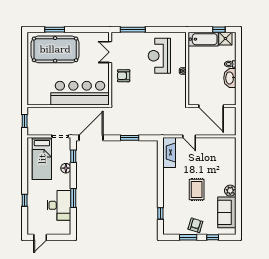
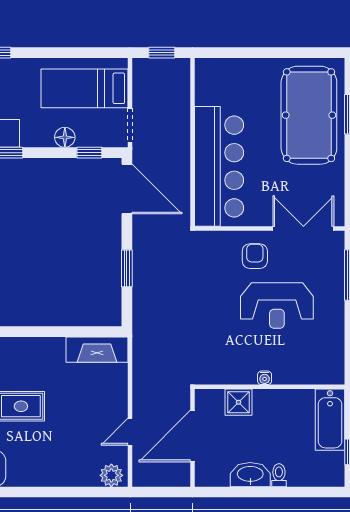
shower: (225, 39) -> (238, 402), moved
double door: (110, 52) -> (303, 229), width x1.37
reception desk: (159, 56) -> (277, 306), moved, turned 180
door: (189, 136) -> (130, 432), moved
plant: (230, 191) -> (111, 475), moved

